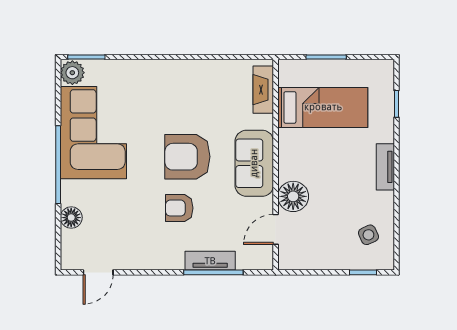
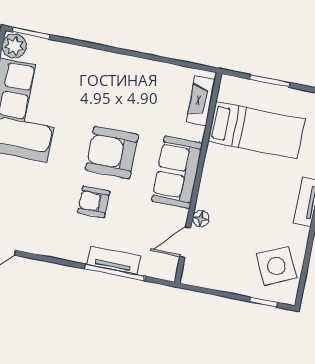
floor lamp: (293, 196) -> (201, 219), width x0.53, depth x0.53
side table: (368, 235) -> (276, 266), width x1.87, depth x1.87

